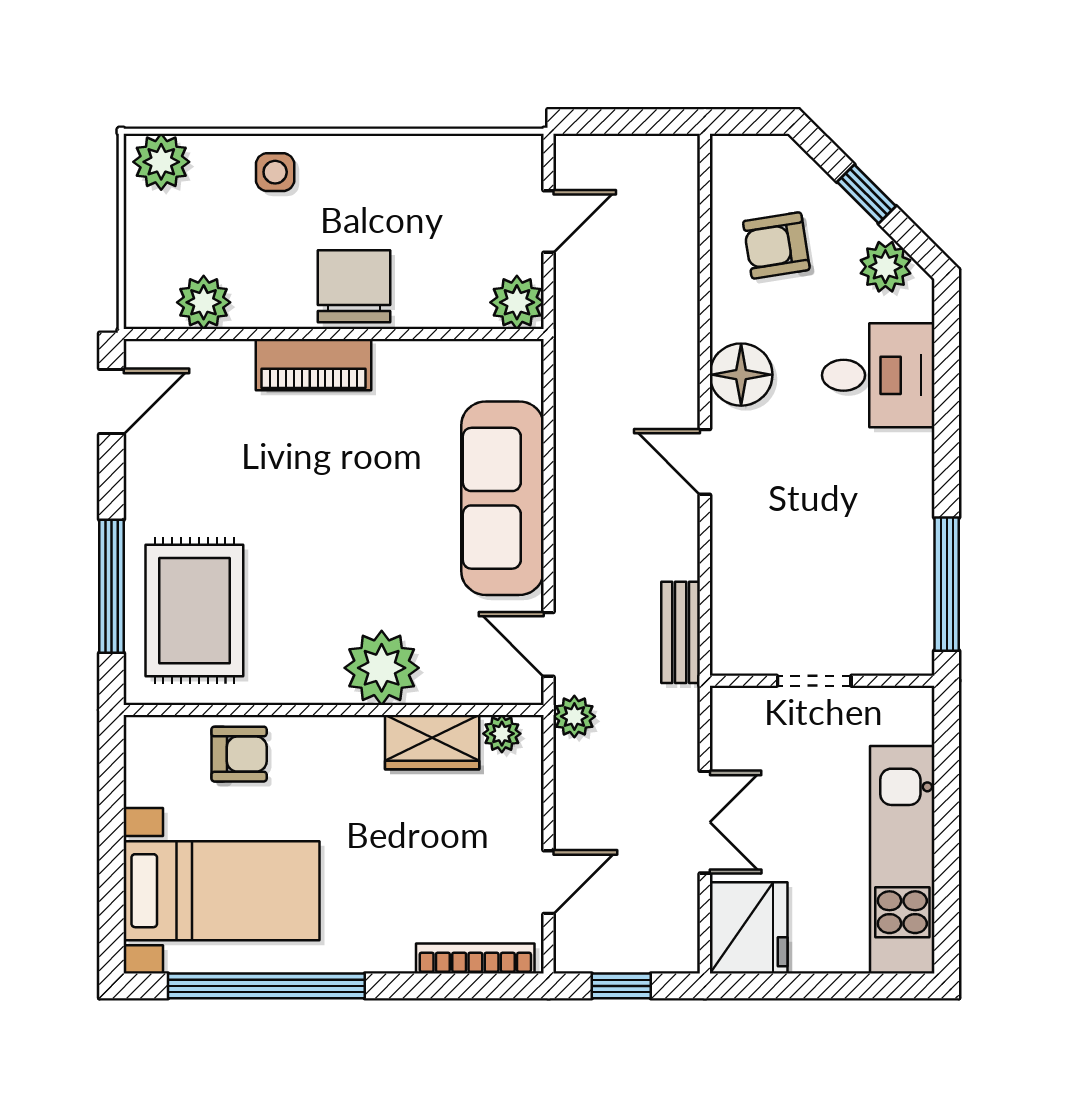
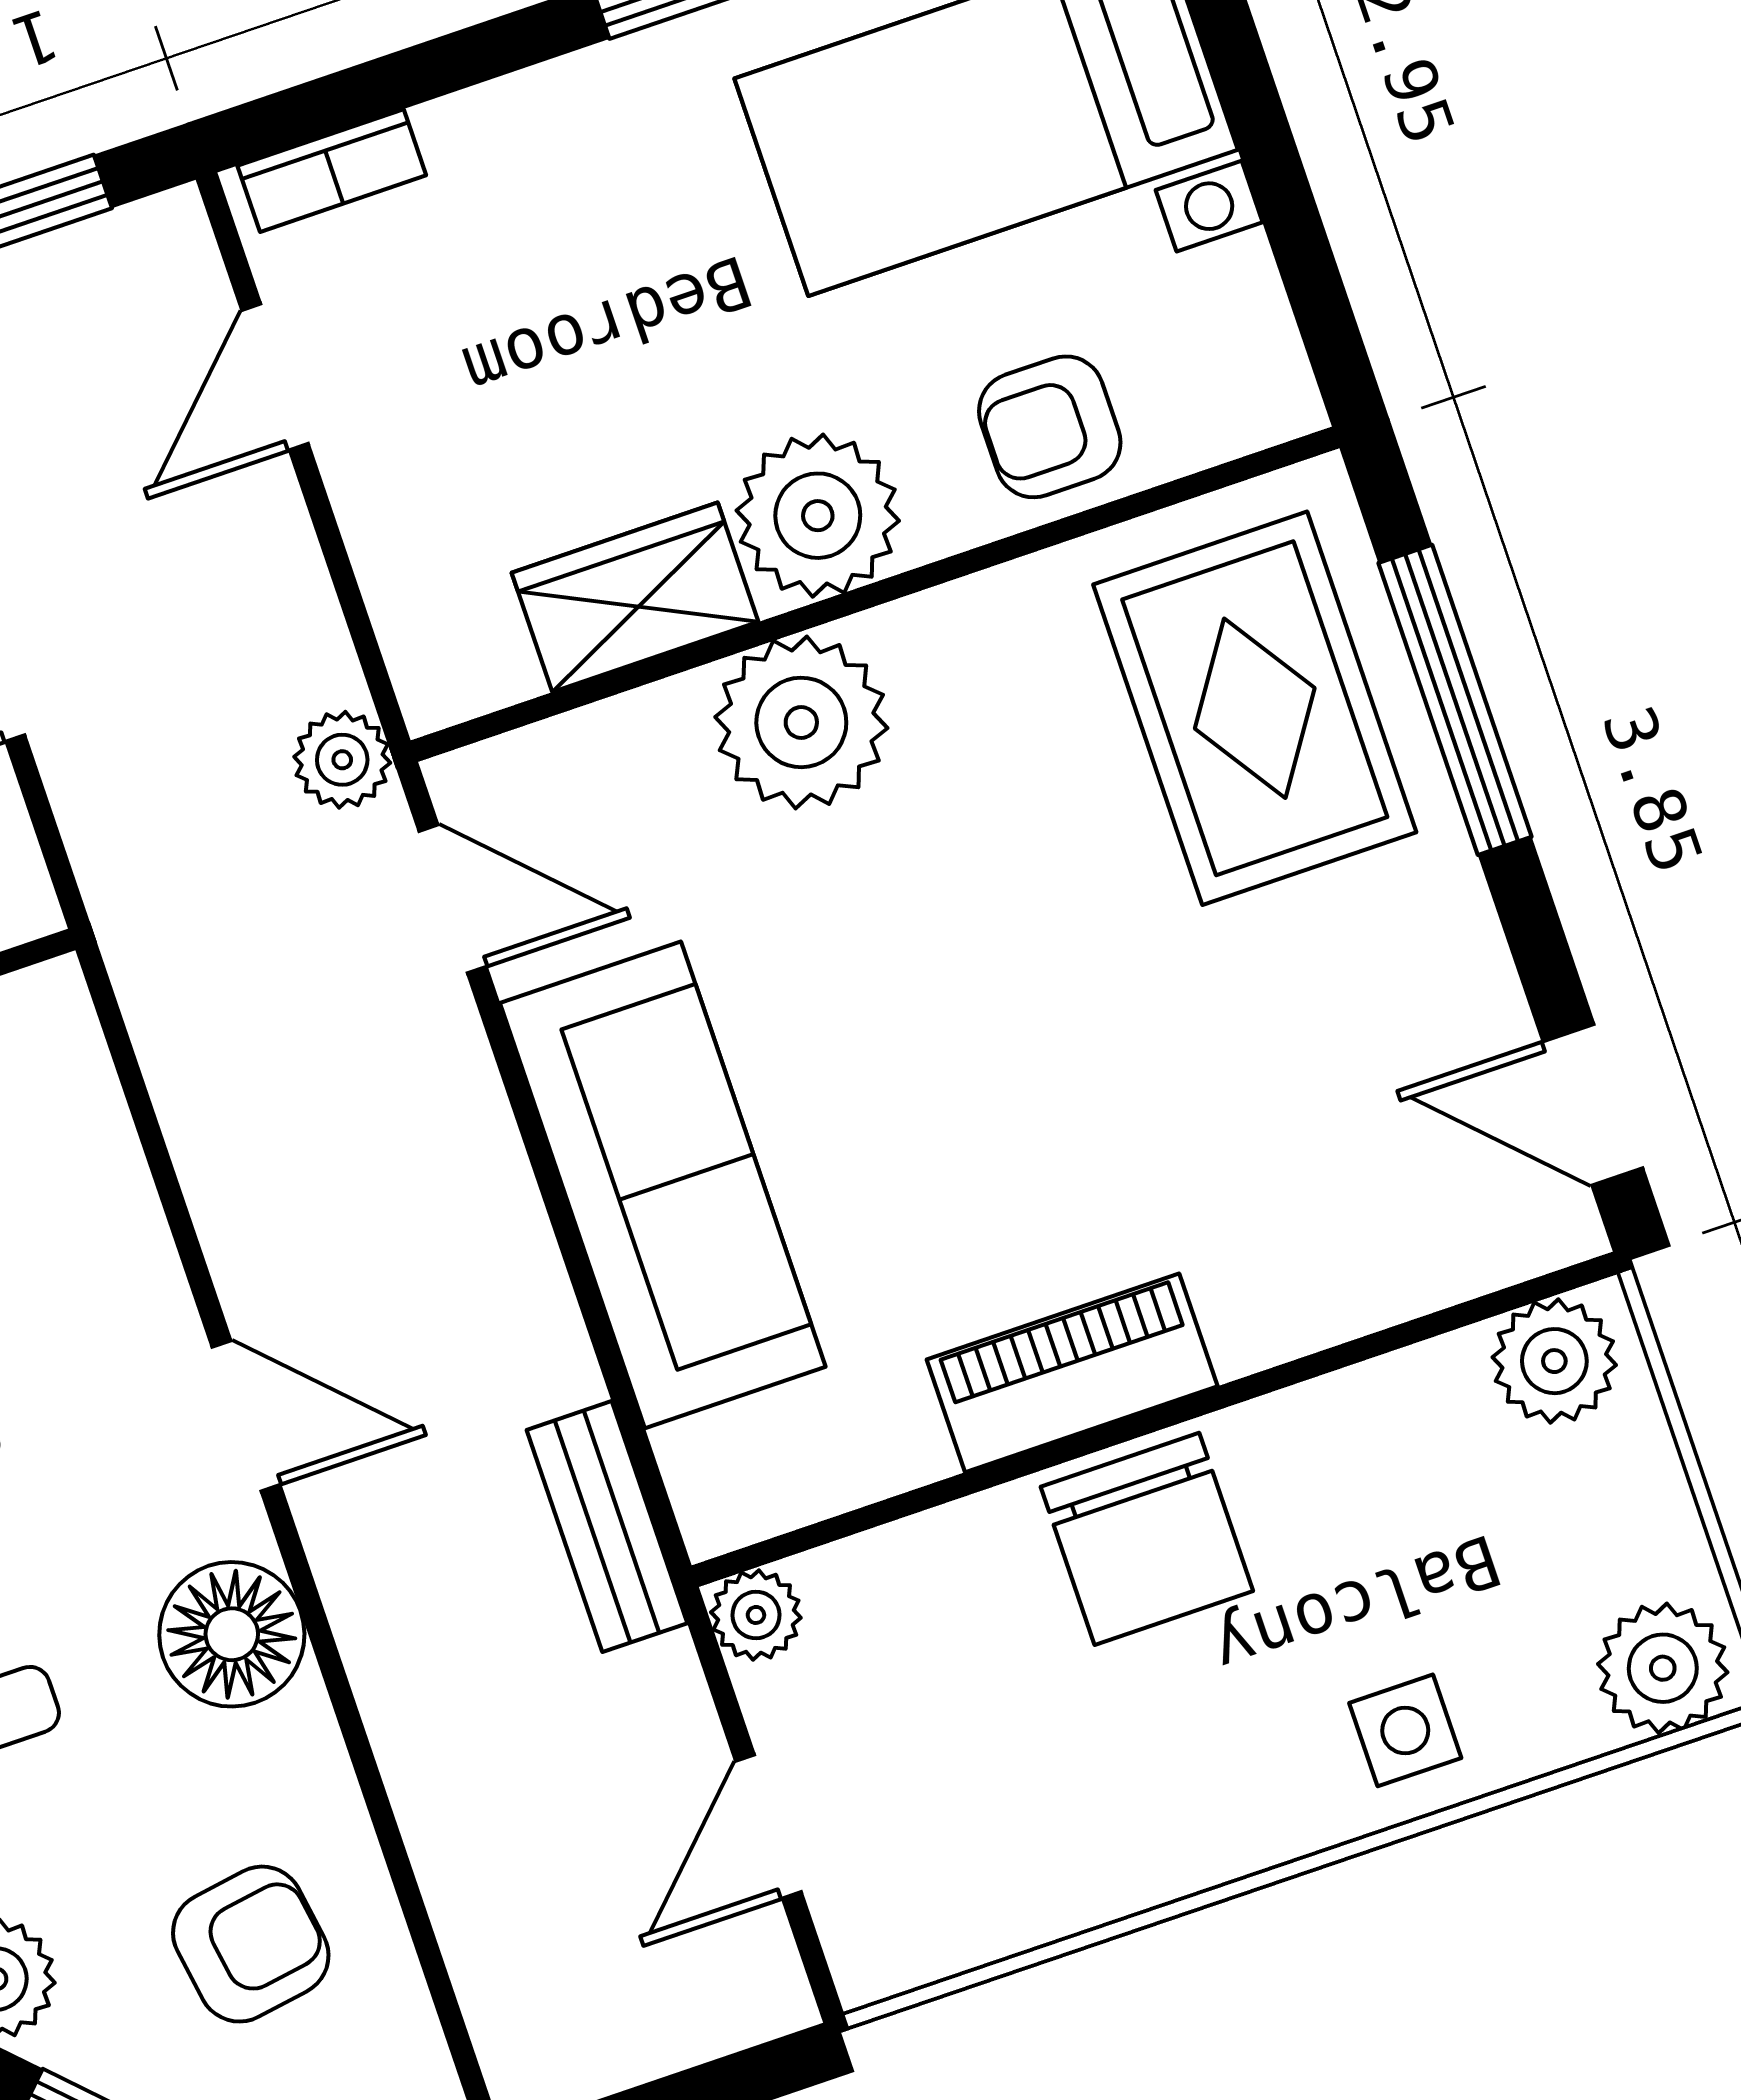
plant: (204, 302) -> (1554, 1361), moved
plant: (517, 302) -> (756, 1615), width x0.73, depth x0.73
piano: (314, 365) -> (1072, 1373), moved
door: (111, 402) -> (1593, 1105), hinge flipped
bench: (681, 632) -> (607, 1527), moved
plant: (502, 734) -> (818, 516), moved, width x1.87, depth x1.87
bookcase: (475, 959) -> (332, 171), width x0.64

